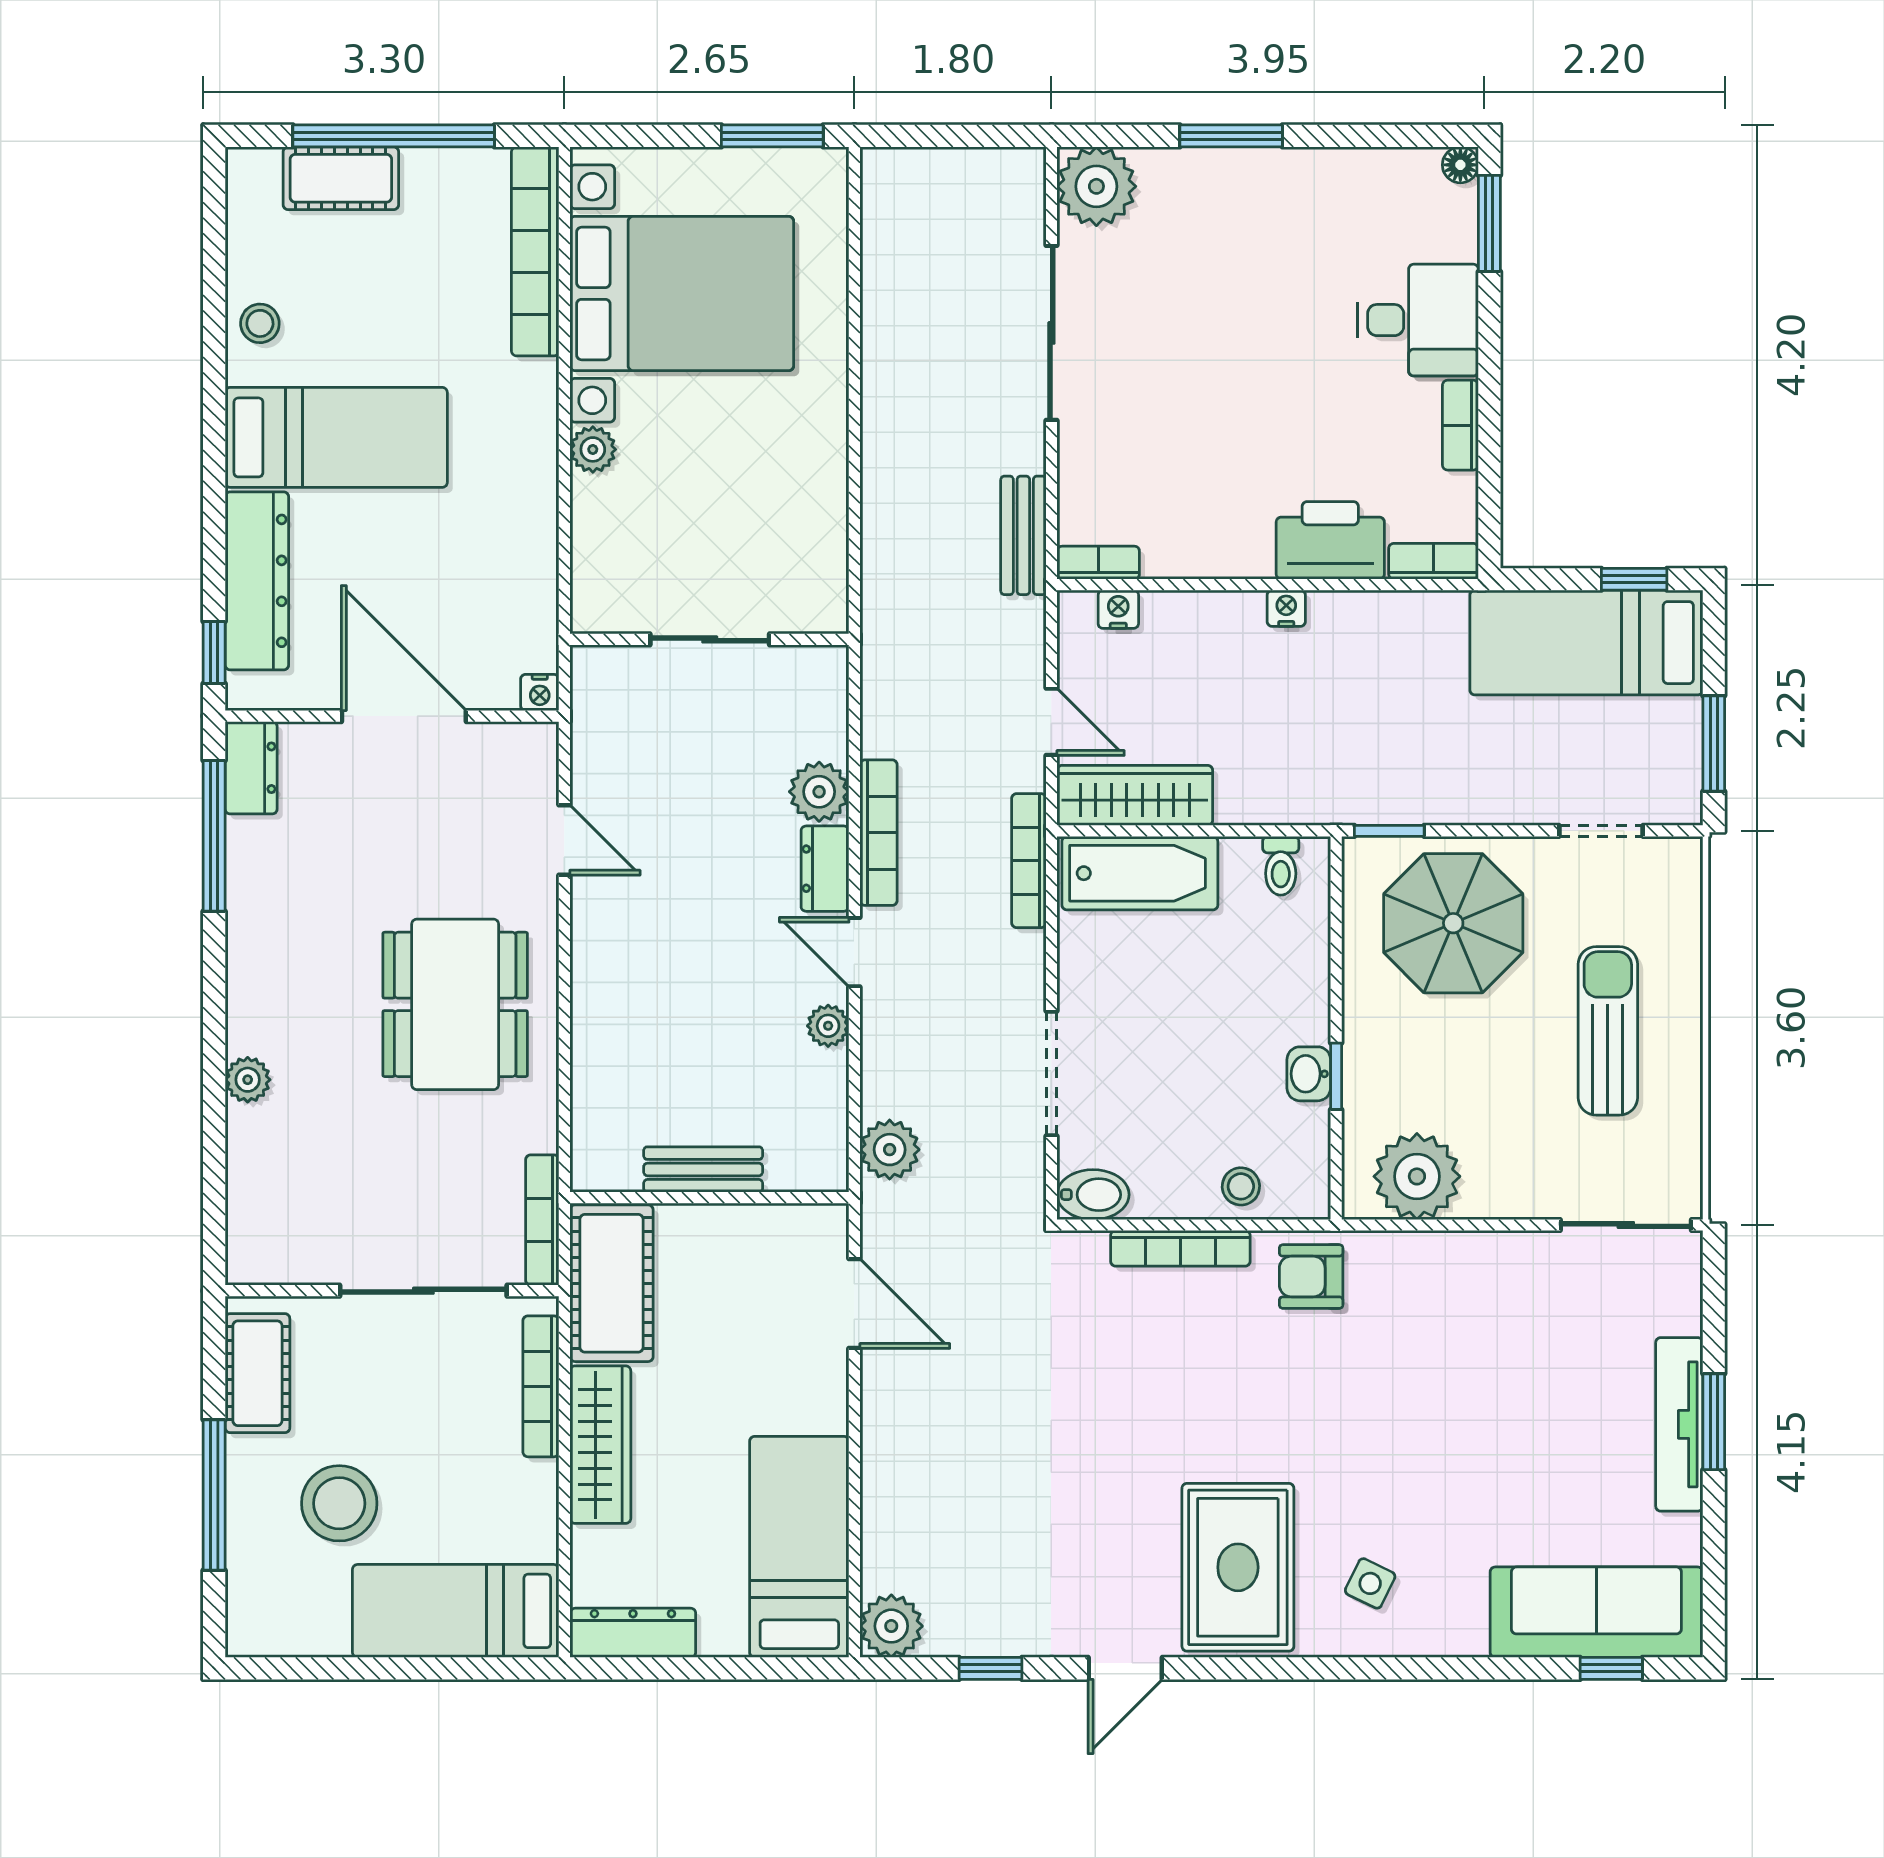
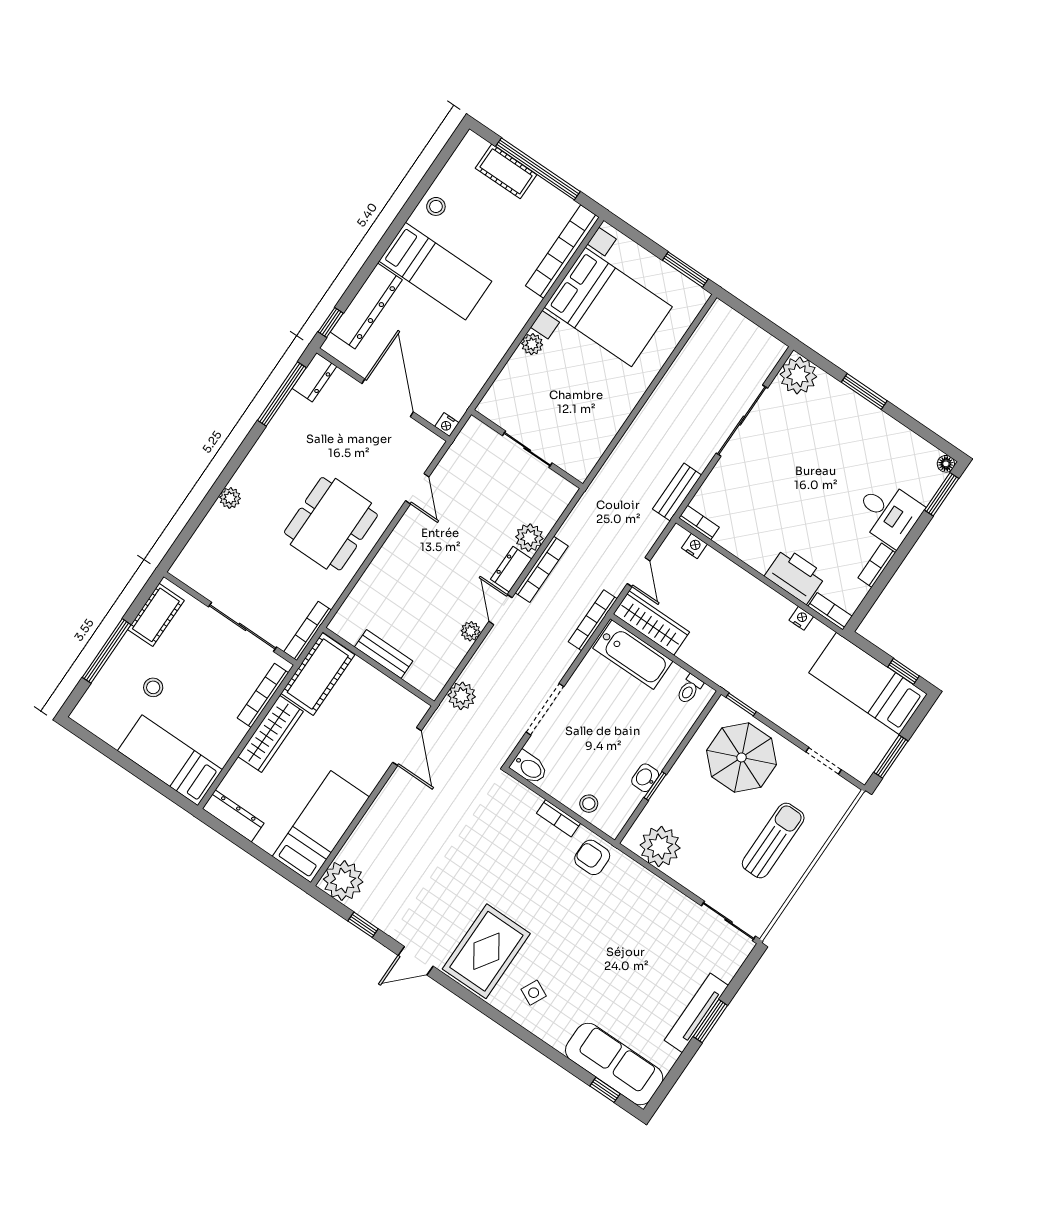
nightstand: (1286, 608) -> (801, 618), moved
bookcase: (1180, 1248) -> (559, 818), width x0.64
stool: (339, 1503) -> (153, 687), width x0.53, depth x0.53
plant: (891, 1626) -> (343, 881), width x1.36, depth x1.36

